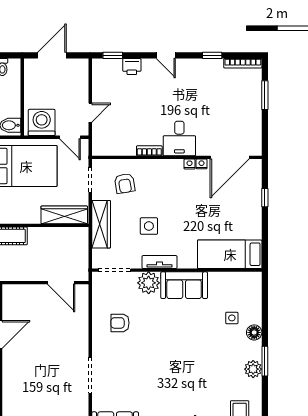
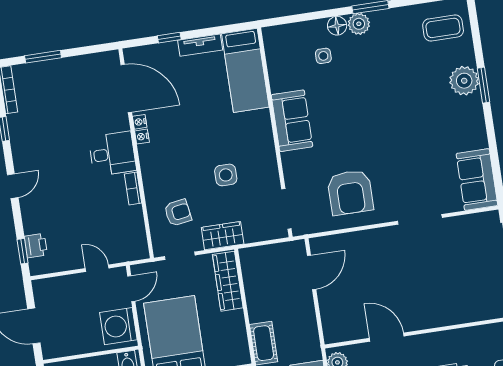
printer: (132, 67) -> (36, 246), moved
wardrobe: (101, 224) -> (223, 236), width x0.67
tv unit: (160, 262) -> (200, 45), moved, turned -90
plant: (149, 283) -> (296, 165), removed
armchair: (120, 323) -> (350, 192), width x1.88, depth x1.88
plant: (253, 369) -> (359, 24), moved

